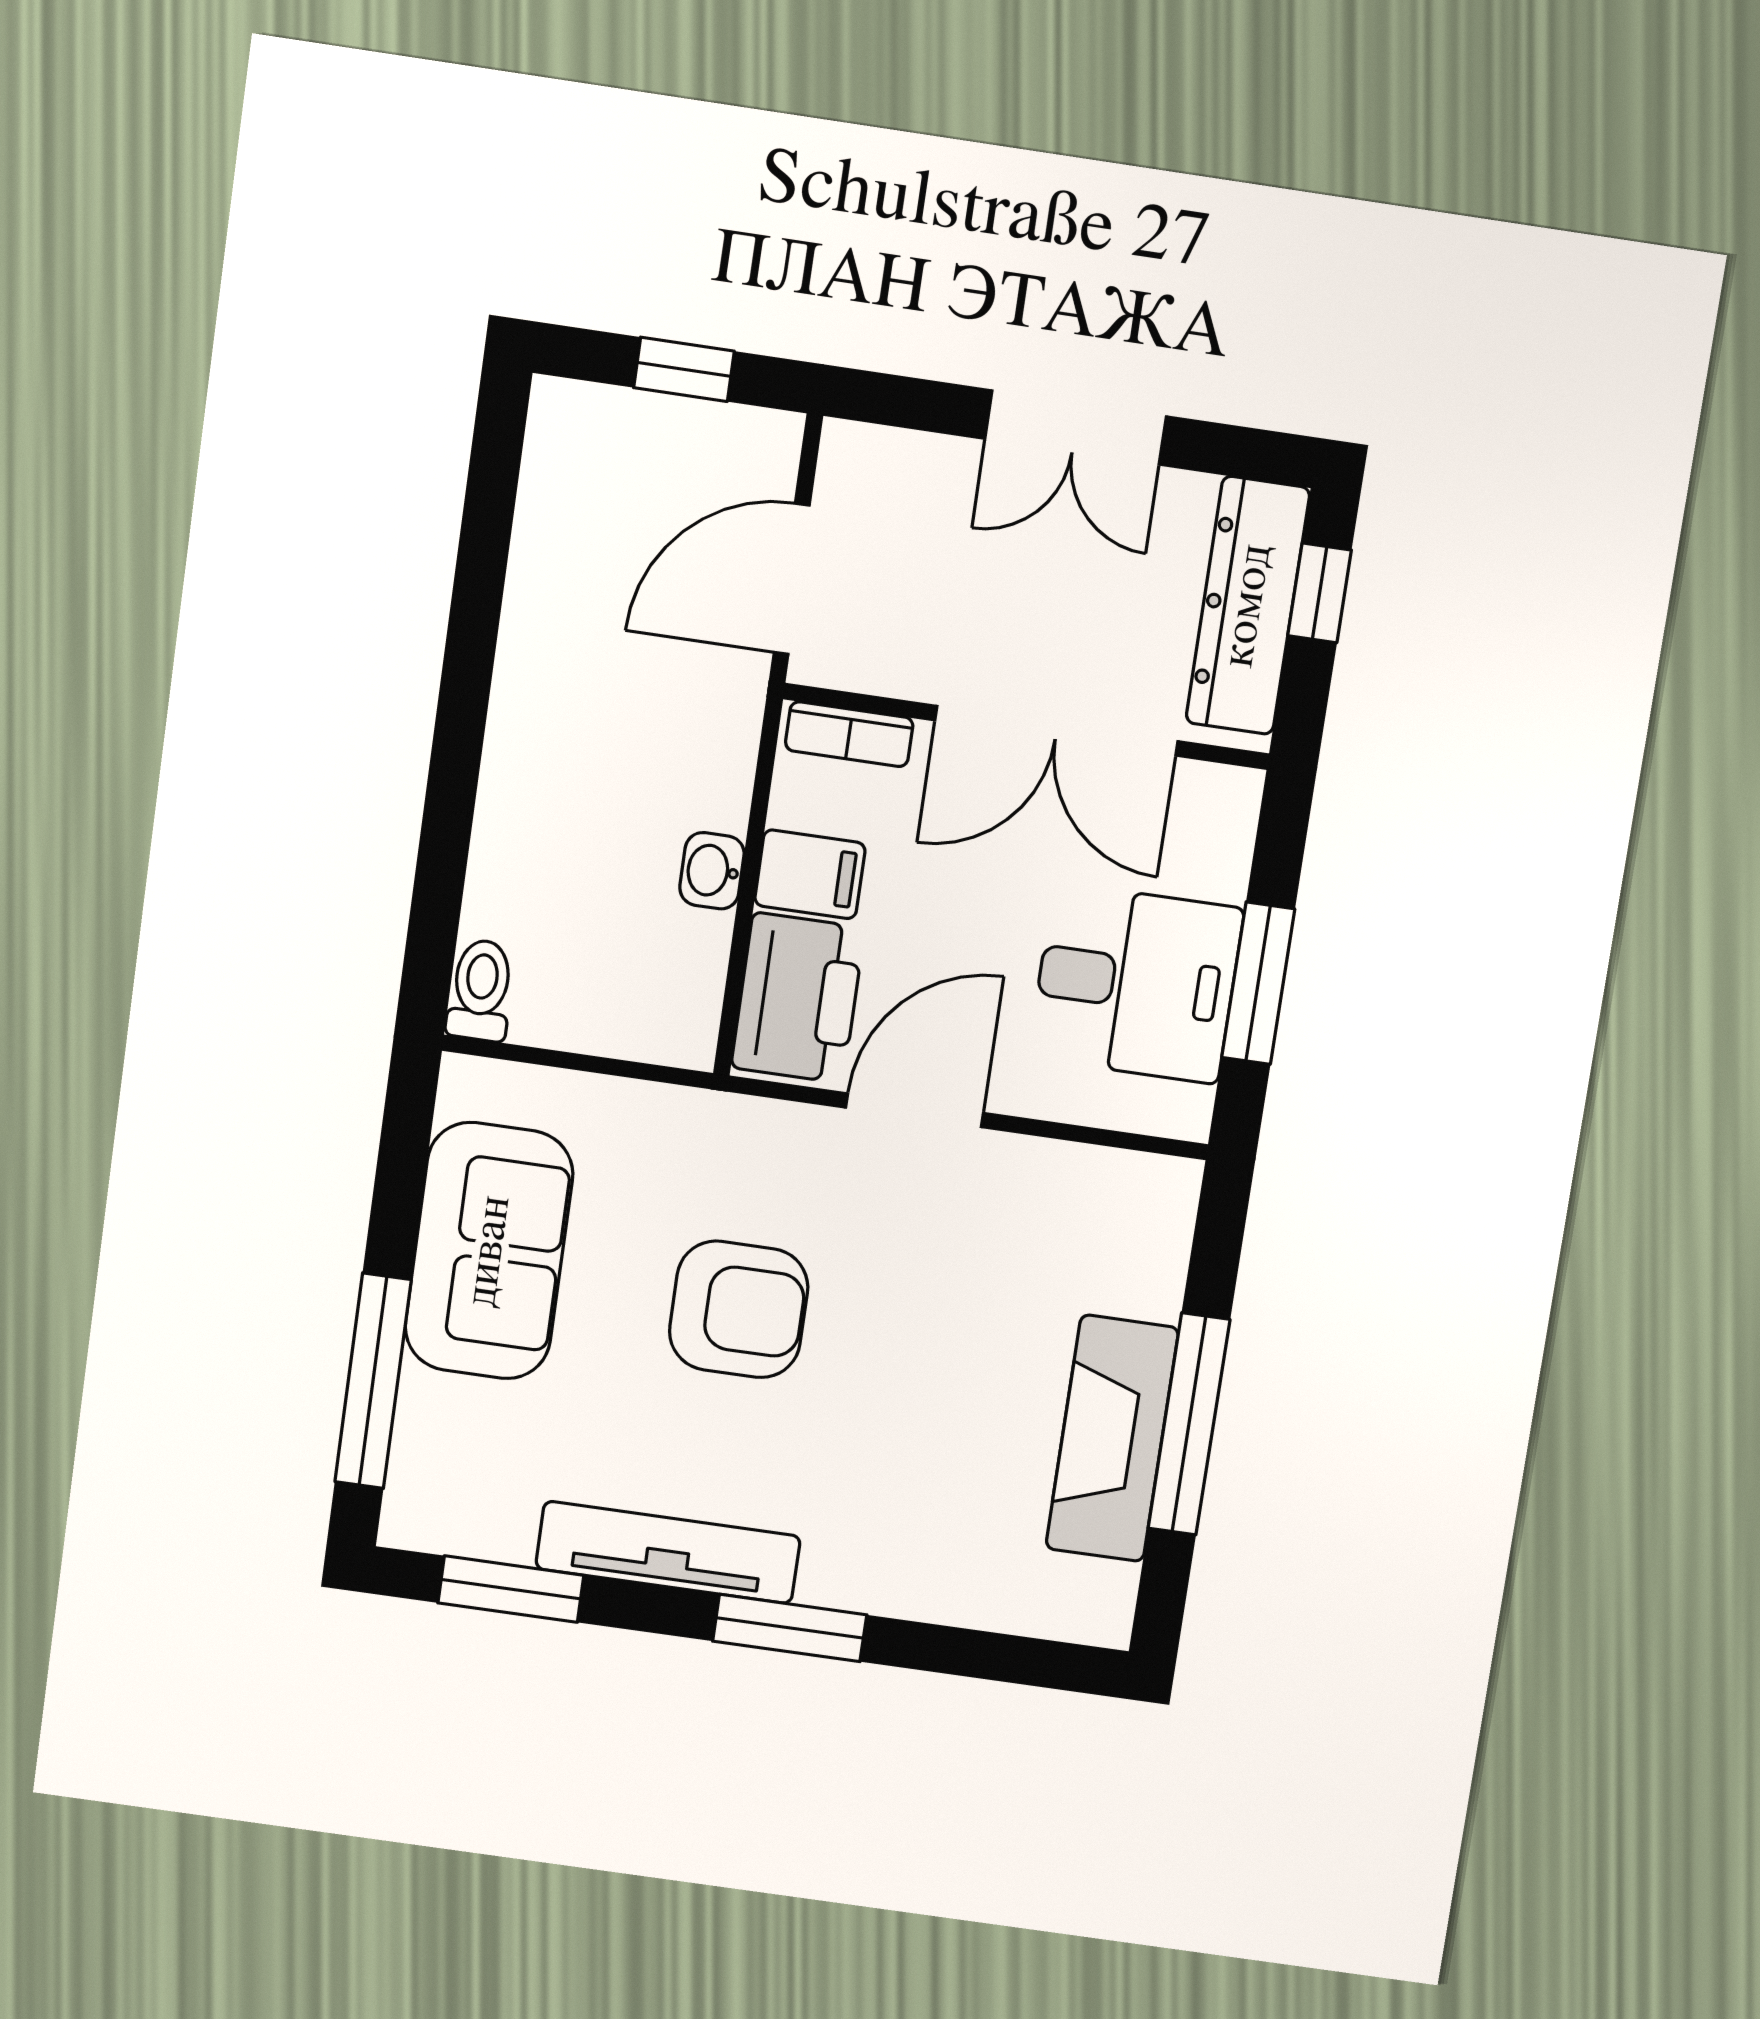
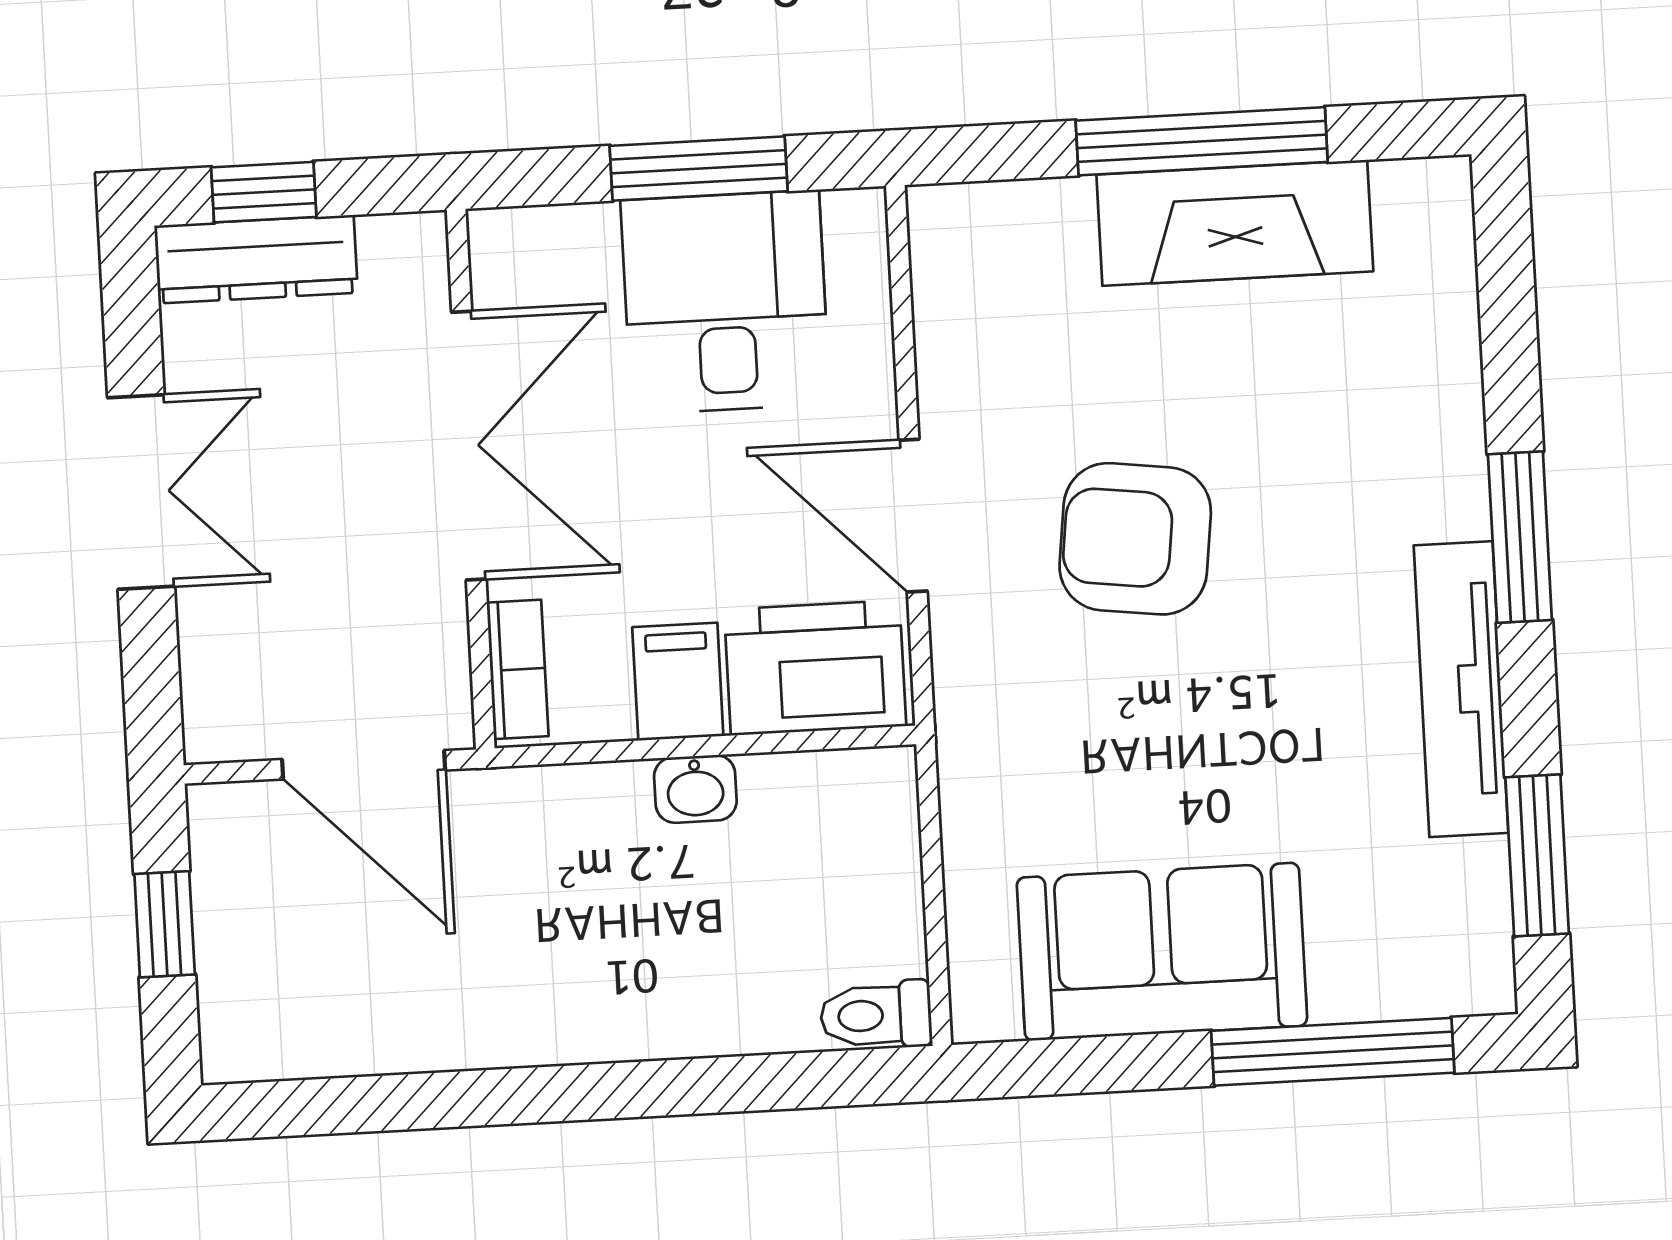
dresser: (1248, 606) -> (256, 259), width x0.73, depth x0.80
armchair: (739, 1309) -> (1135, 539), moved, turned -83

